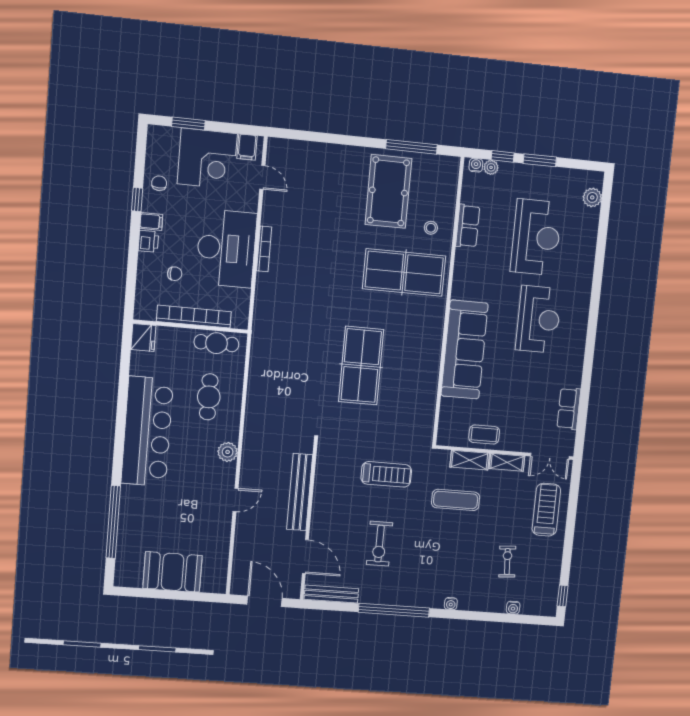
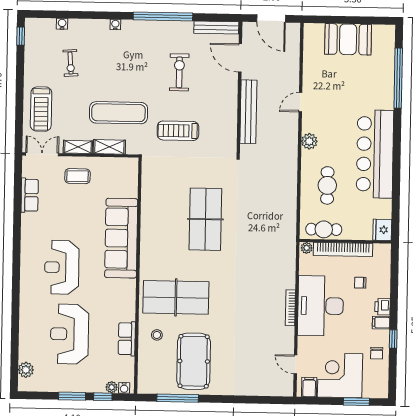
plant: (239, 322) -> (307, 248), added
coffee table: (484, 435) -> (77, 176), moved
exercise mat: (456, 500) -> (118, 113), width x1.36, depth x1.45

